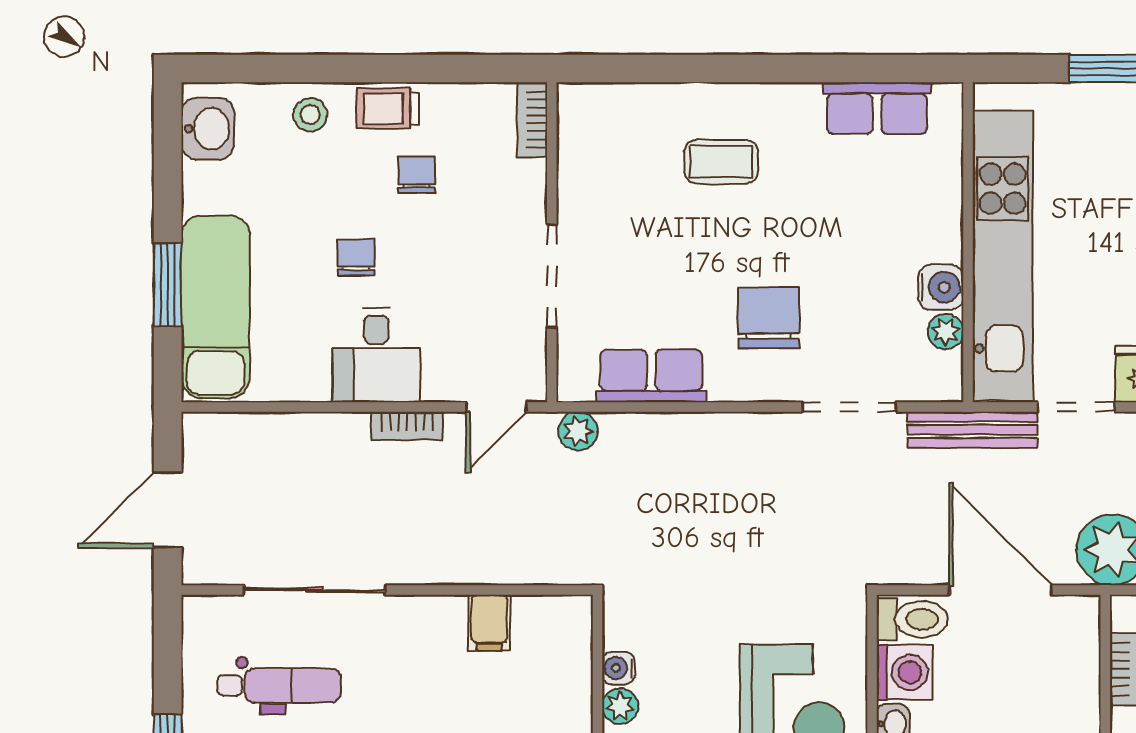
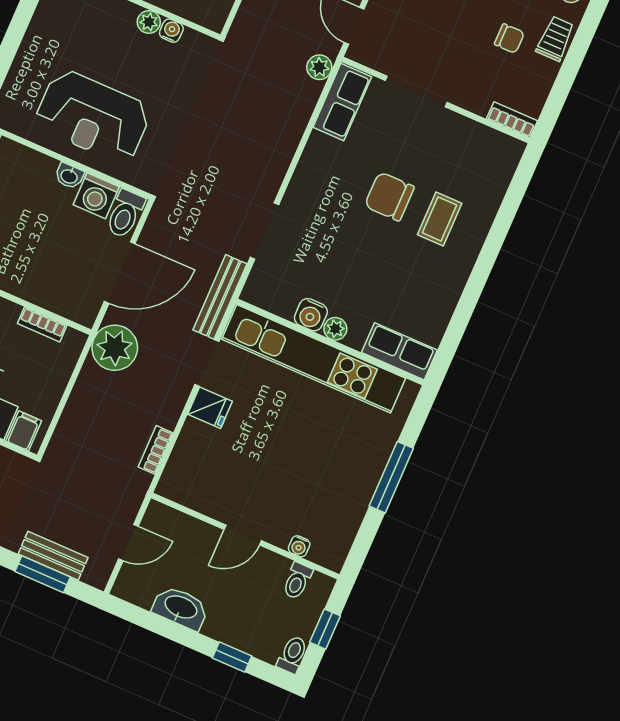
row of seats: (877, 108) -> (399, 351), moved, turned 90
chair: (769, 318) -> (389, 196), moved, turned 180
plant: (946, 332) -> (335, 329), moved
row of seats: (651, 376) -> (342, 102), moved

